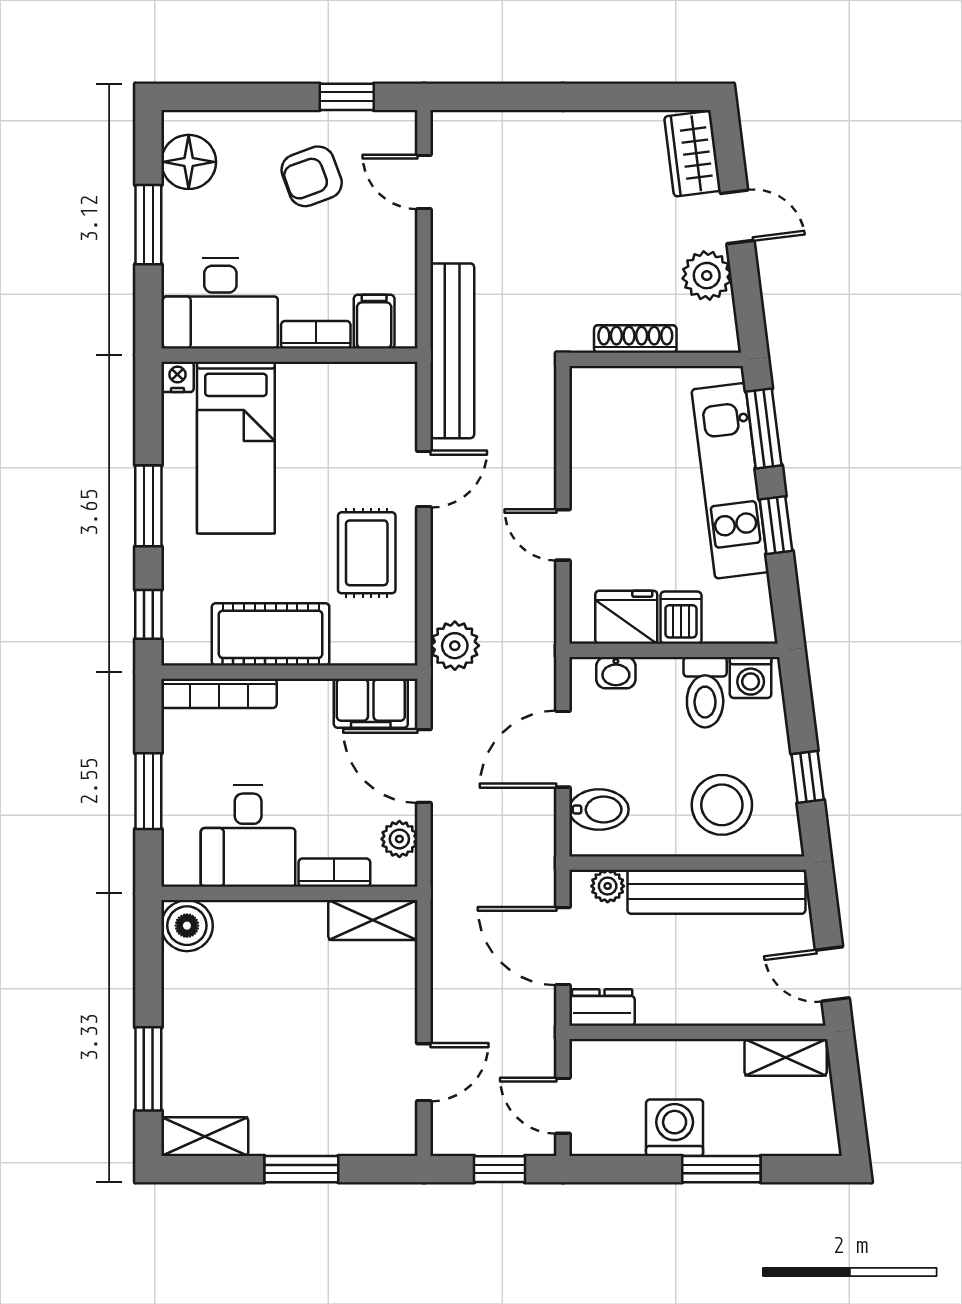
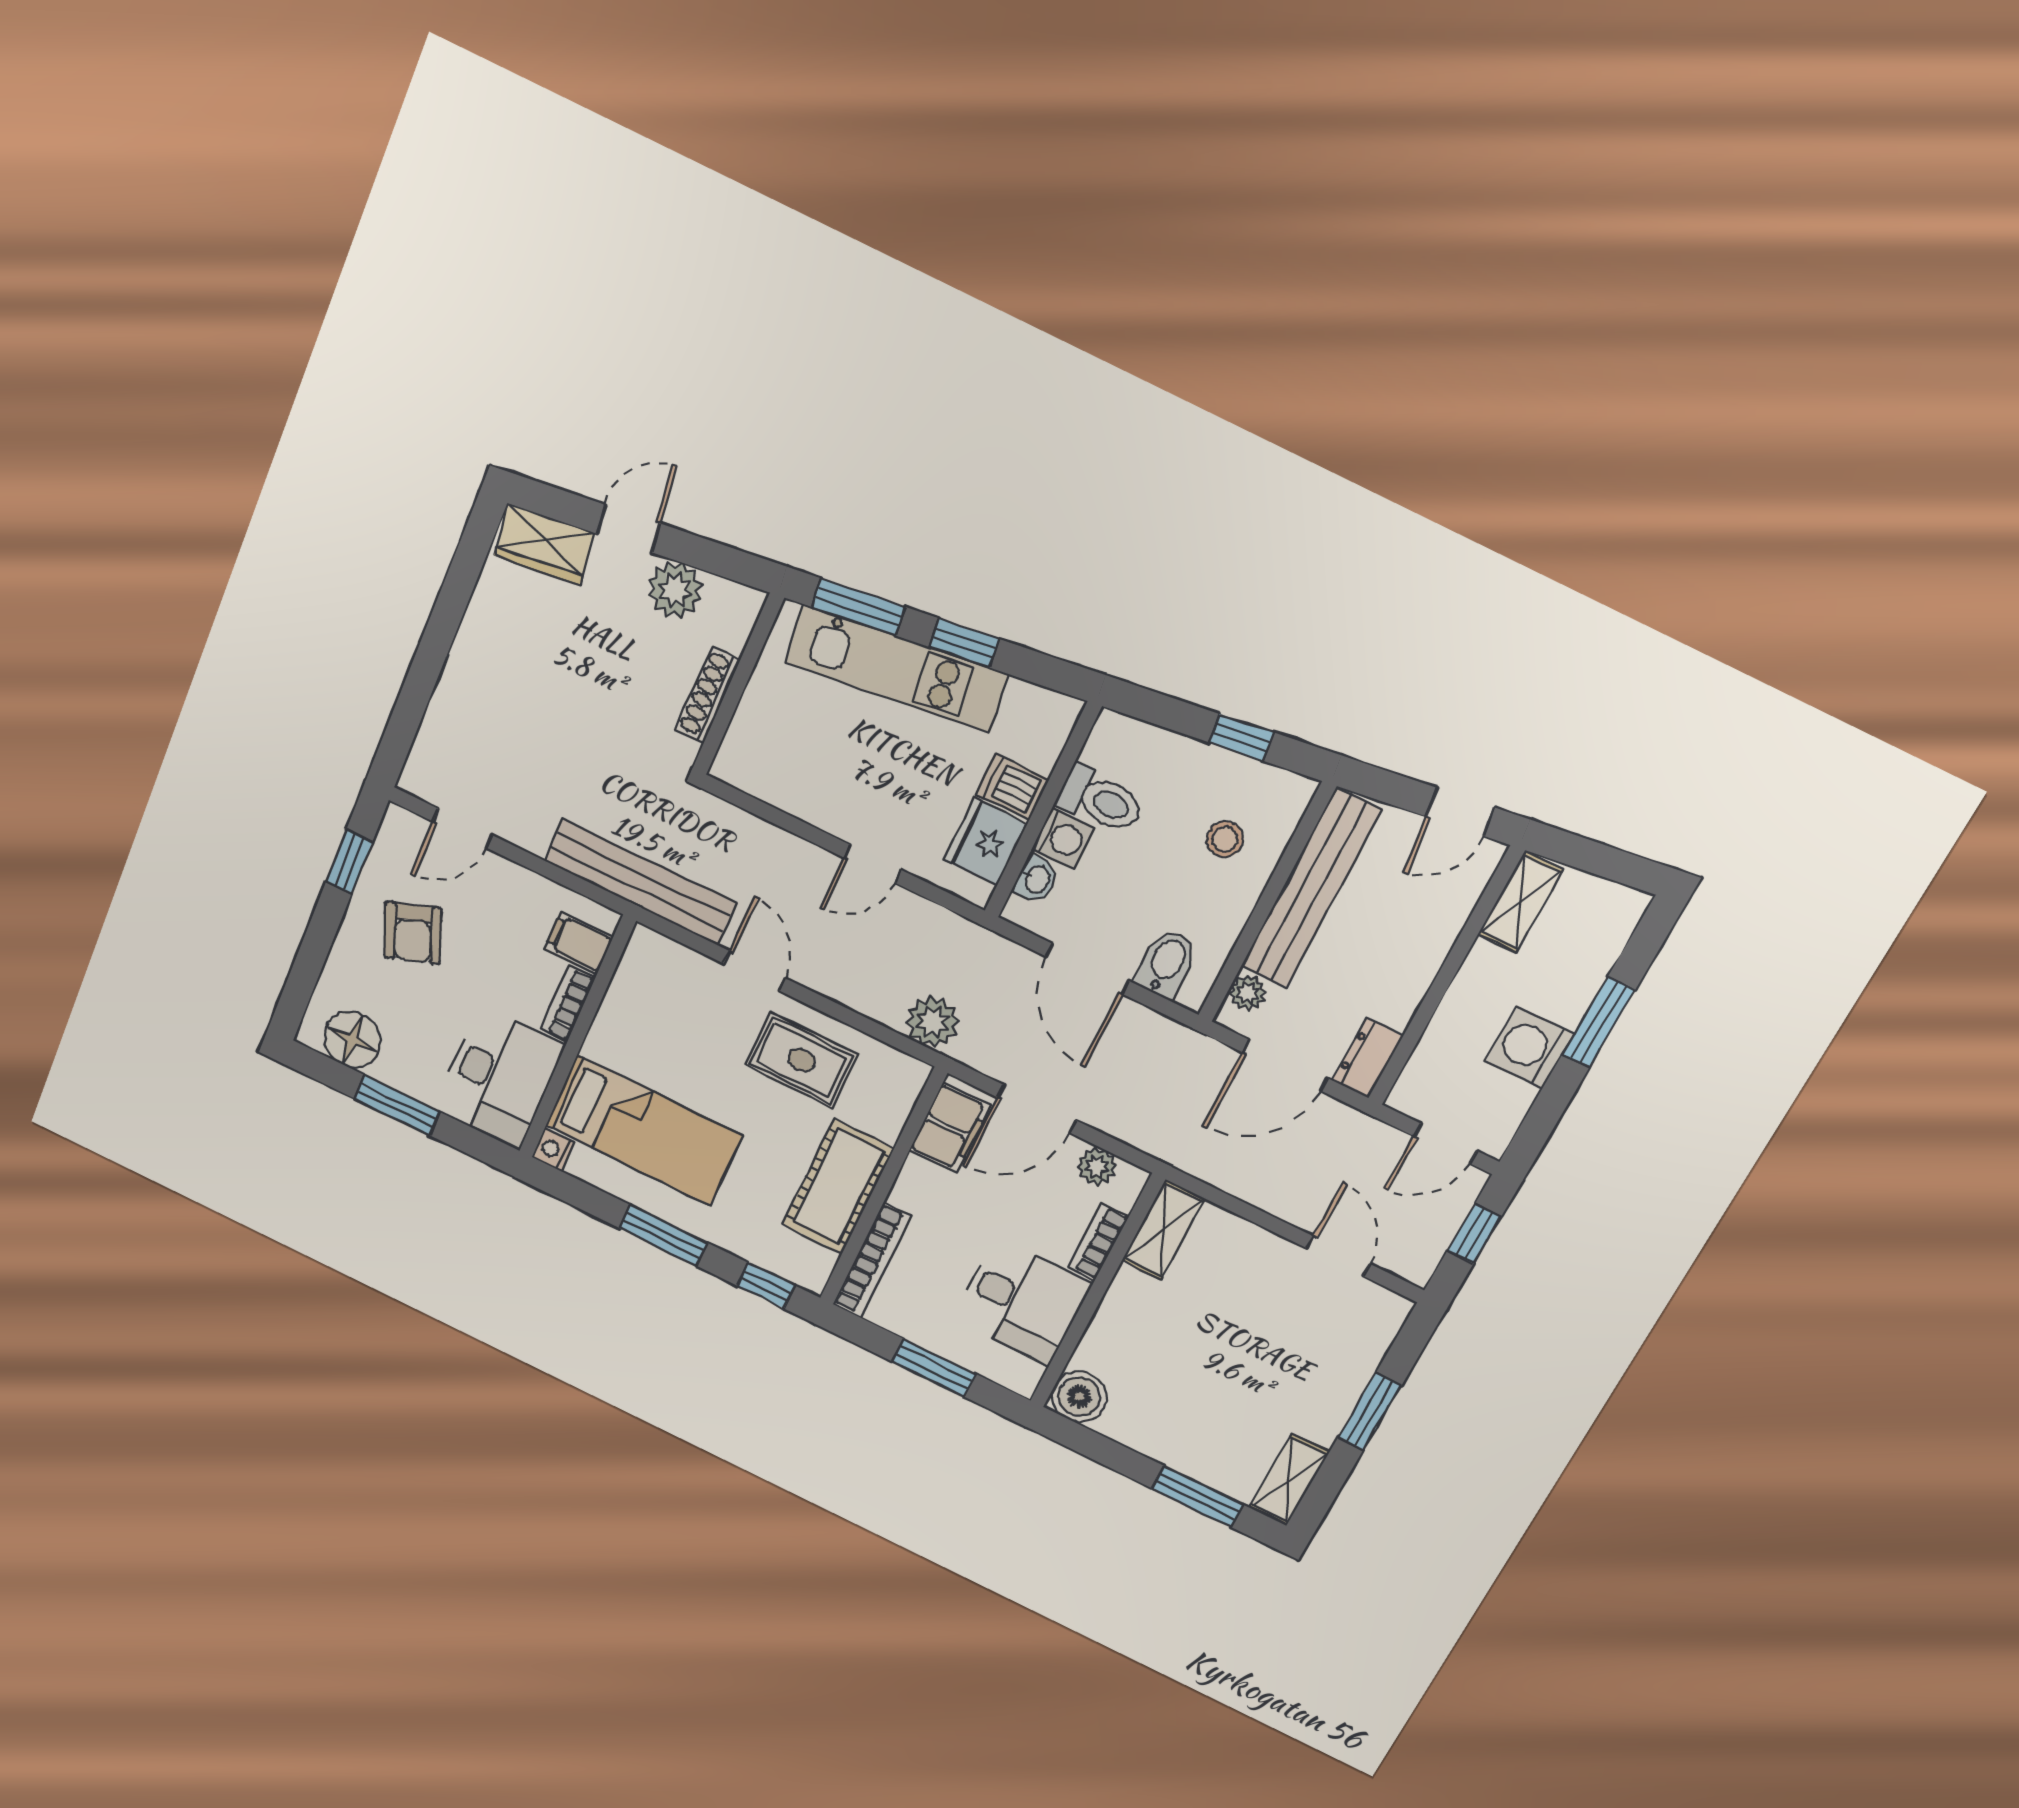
washing machine: (751, 677) -> (1063, 838), moved
stool: (722, 805) -> (1225, 839), width x0.53, depth x0.53

